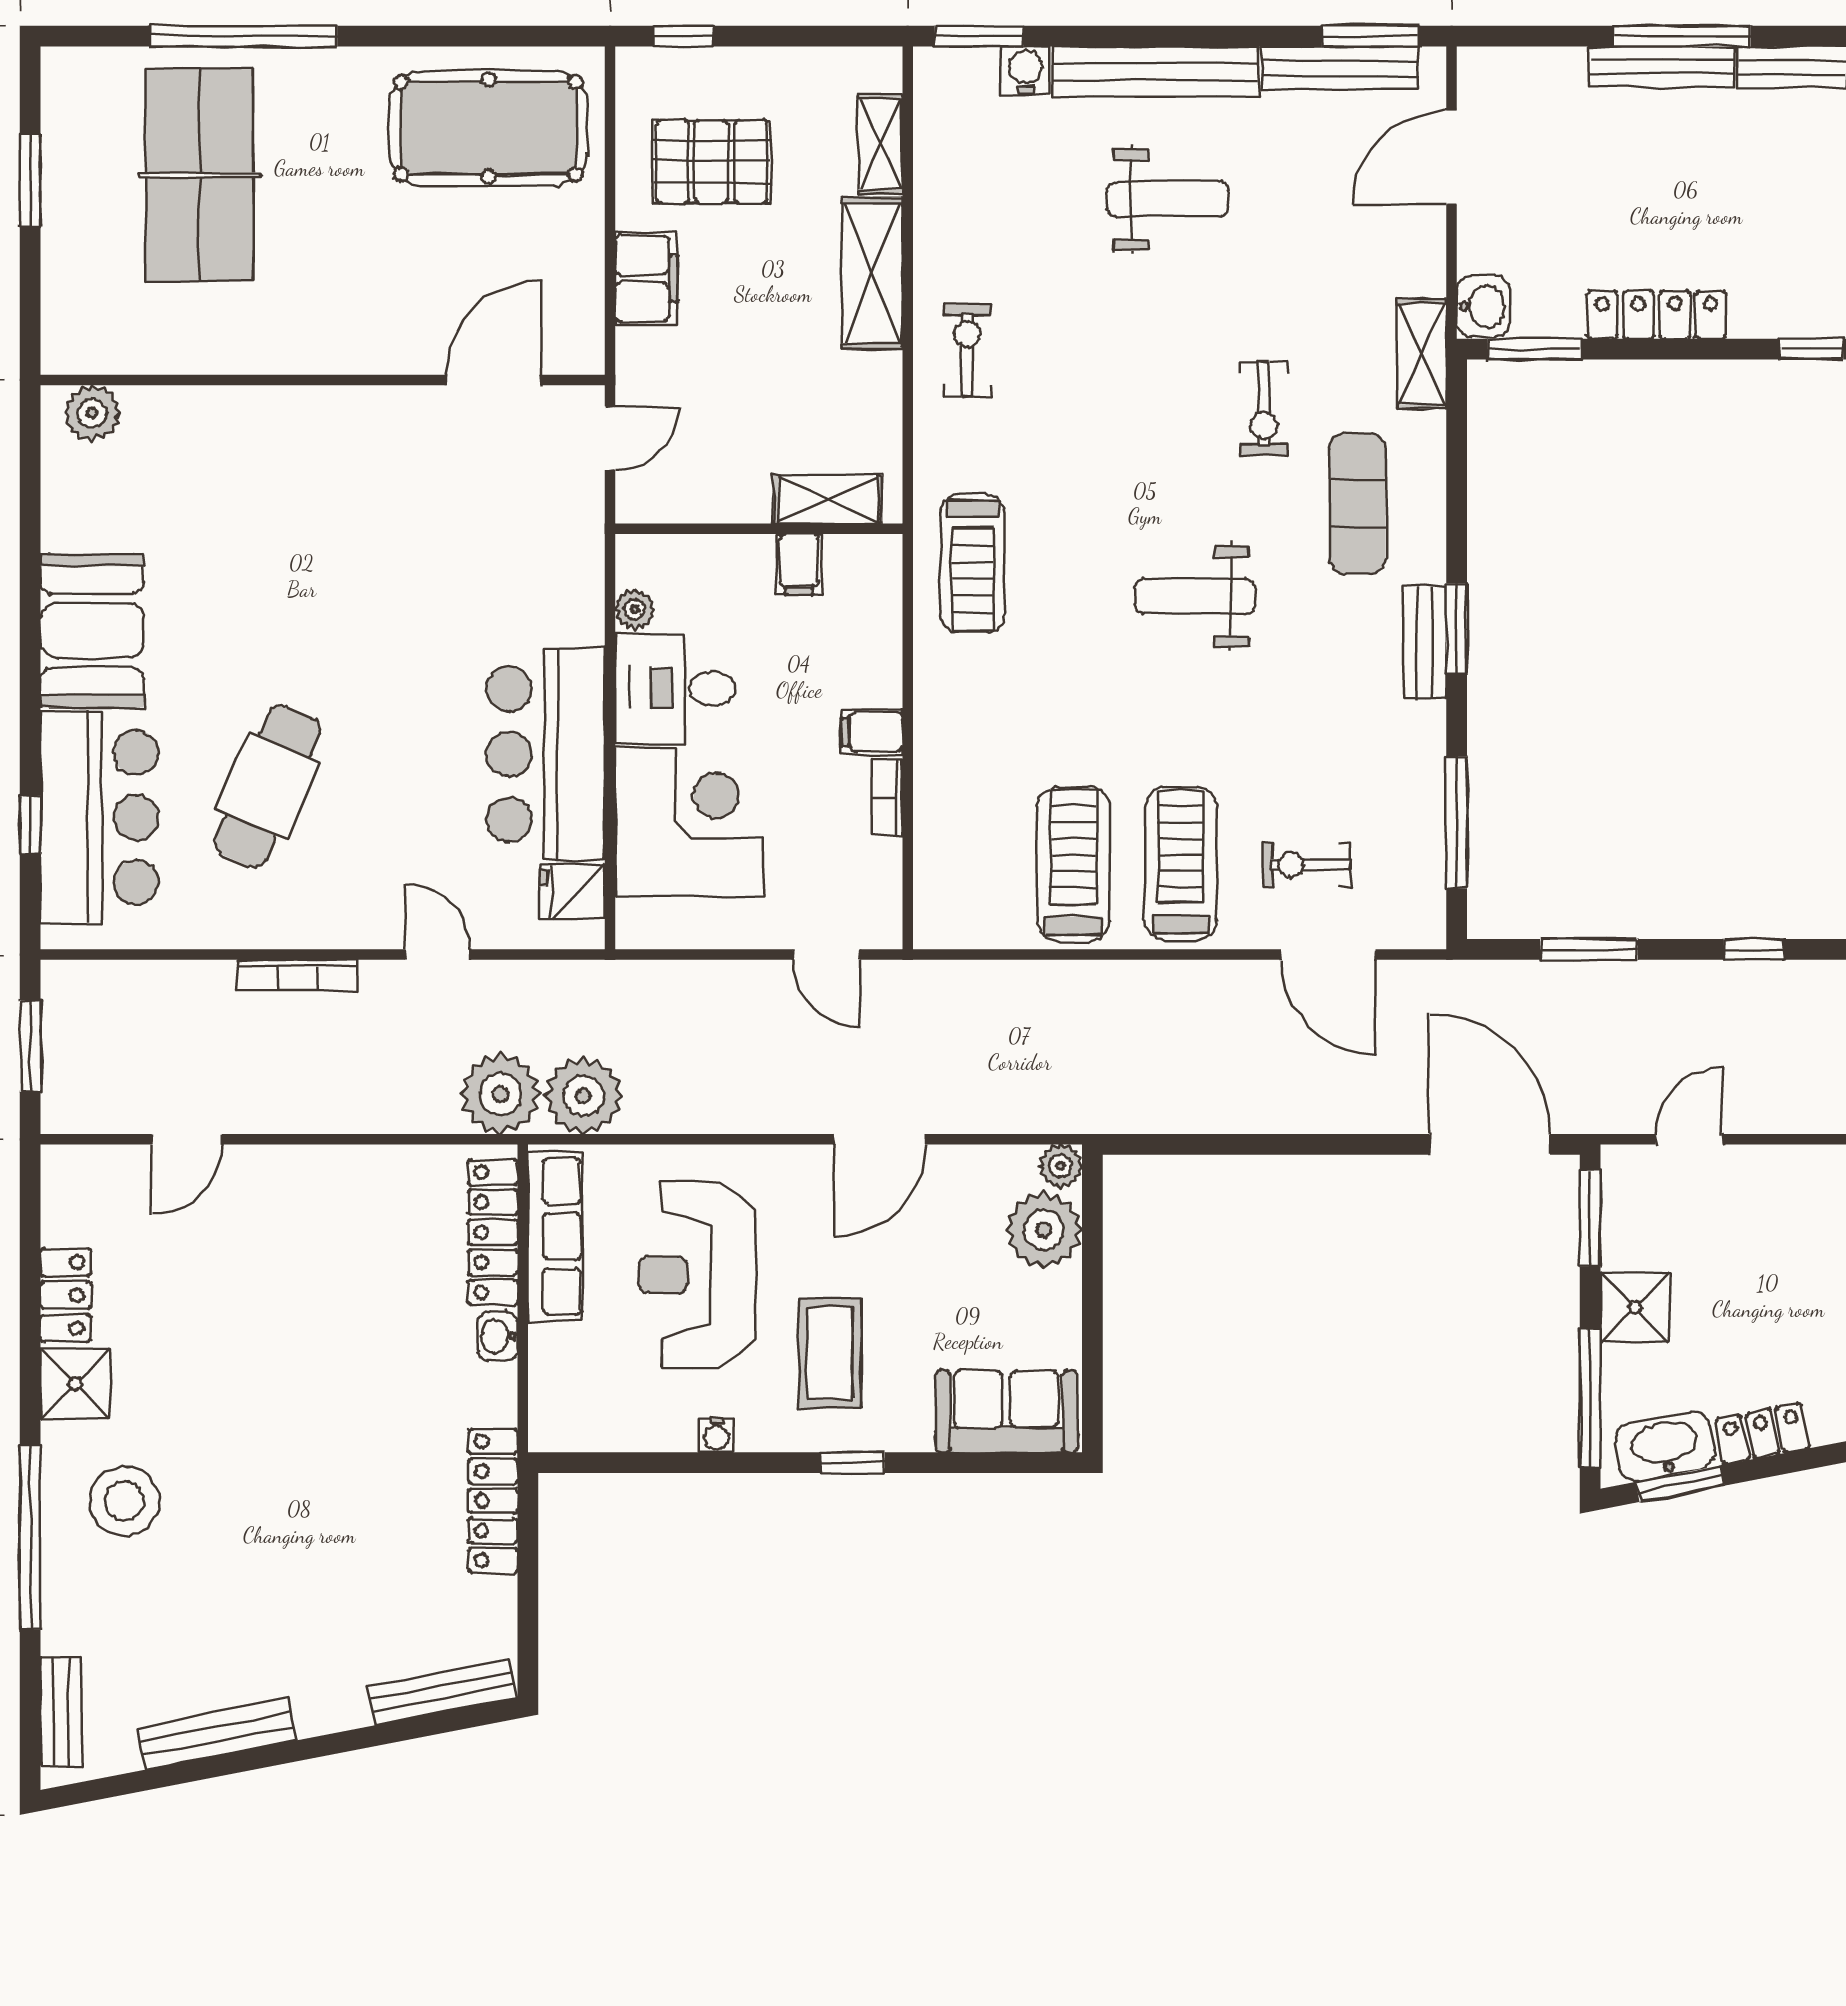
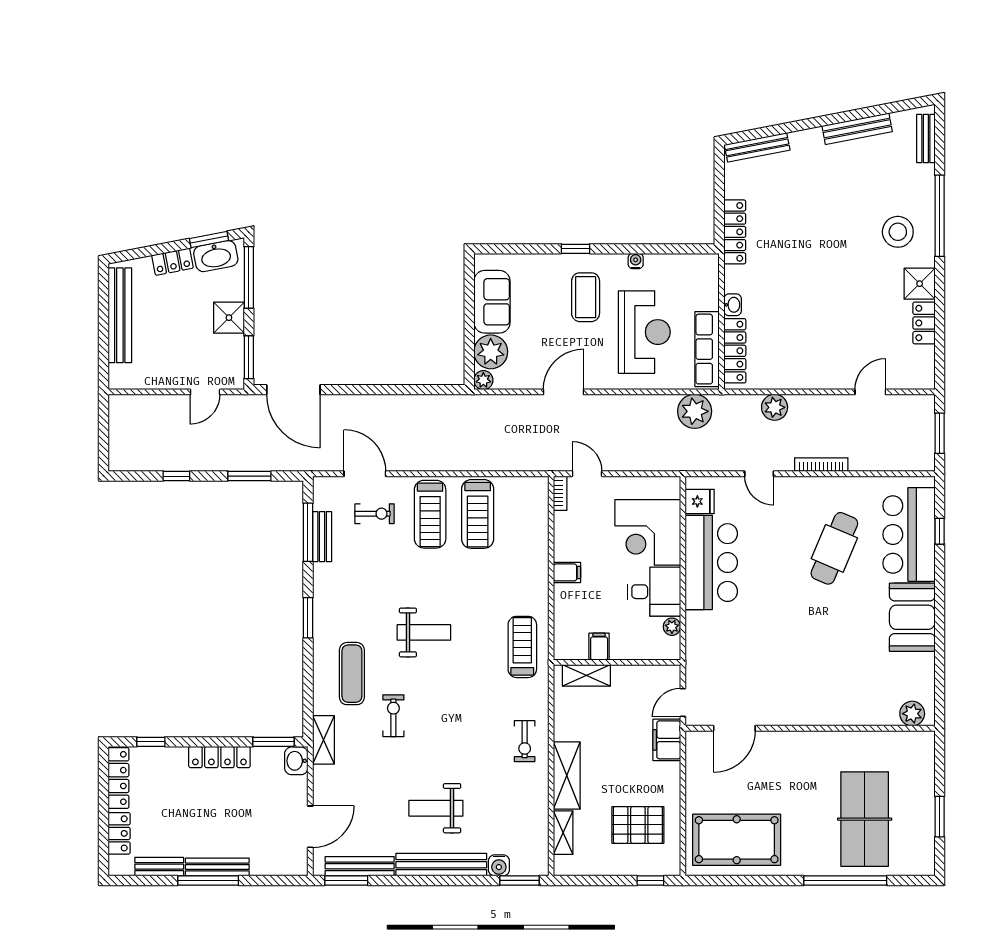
filing cabinet: (646, 279) -> (667, 740), moved
bench: (1425, 642) -> (322, 537), moved
bookcase: (887, 797) -> (560, 493), moved
plant: (501, 1094) -> (775, 407), moved, width x0.73, depth x0.73
sofa: (1006, 1411) -> (492, 302), moved, turned -90

